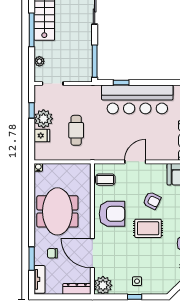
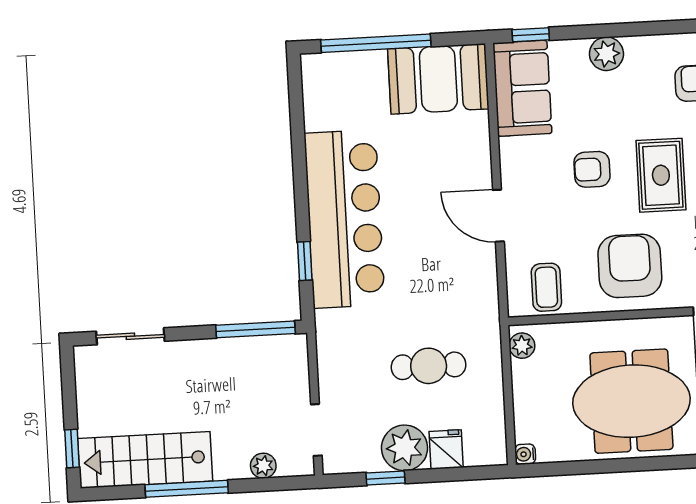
plant: (82, 168) -> (522, 346), added
armchair: (152, 201) -> (592, 169), turned -116

